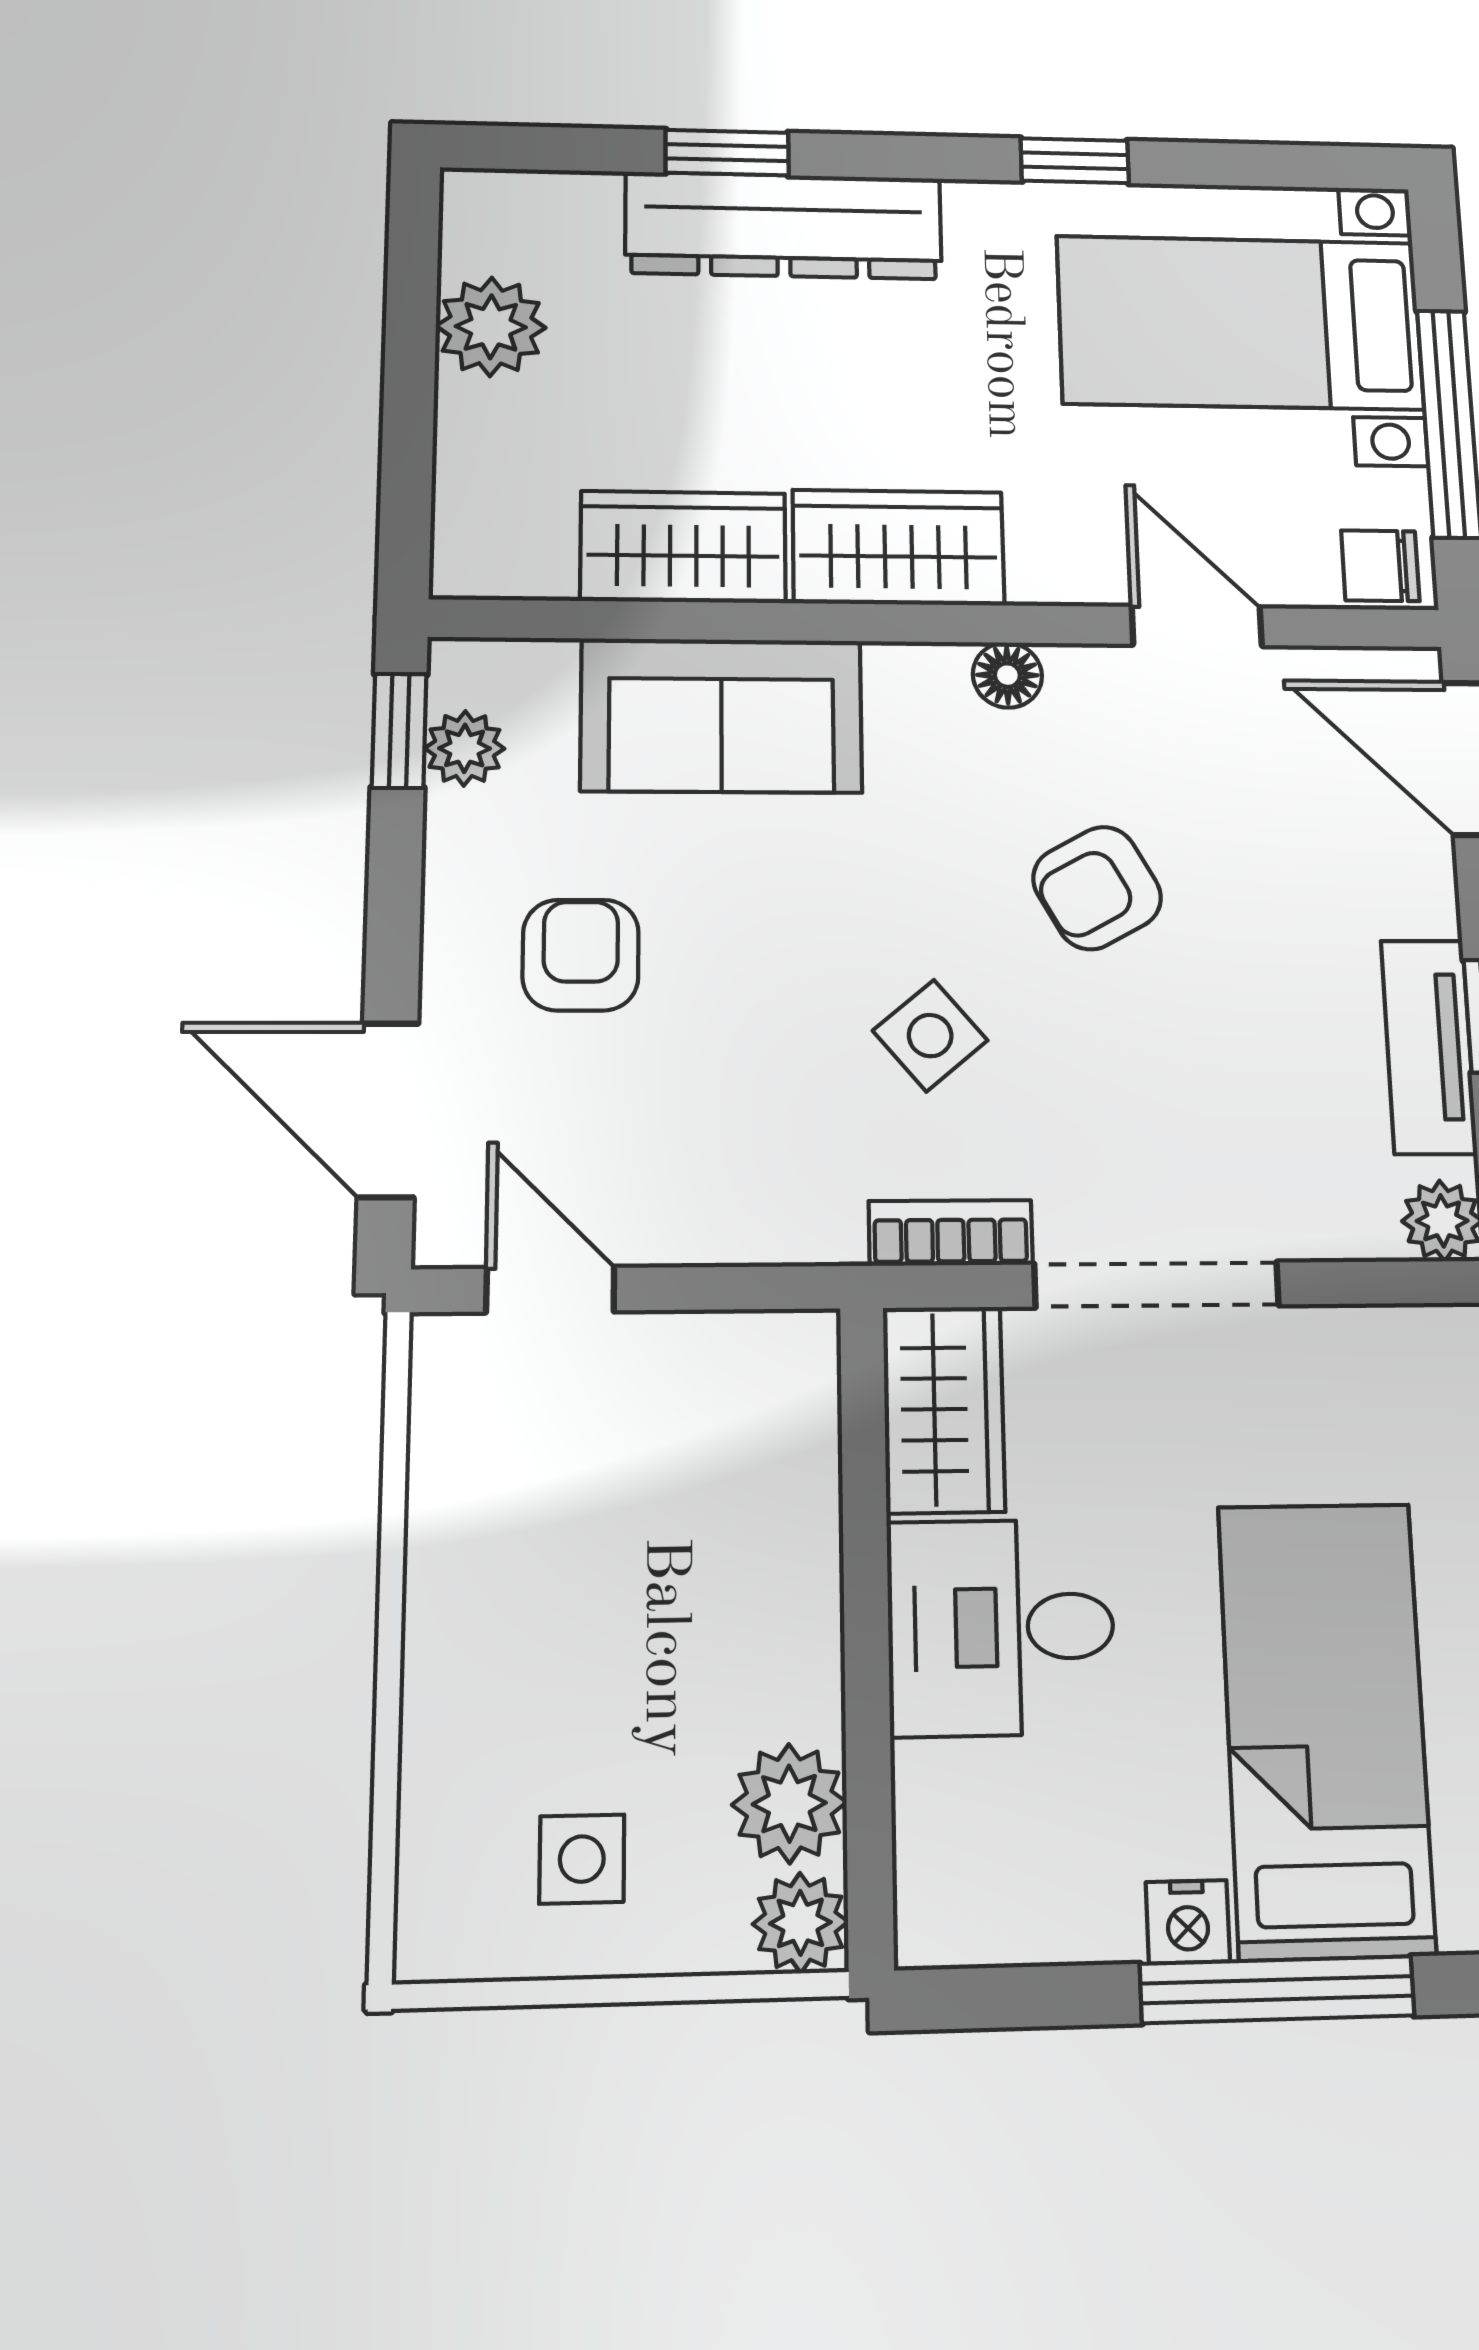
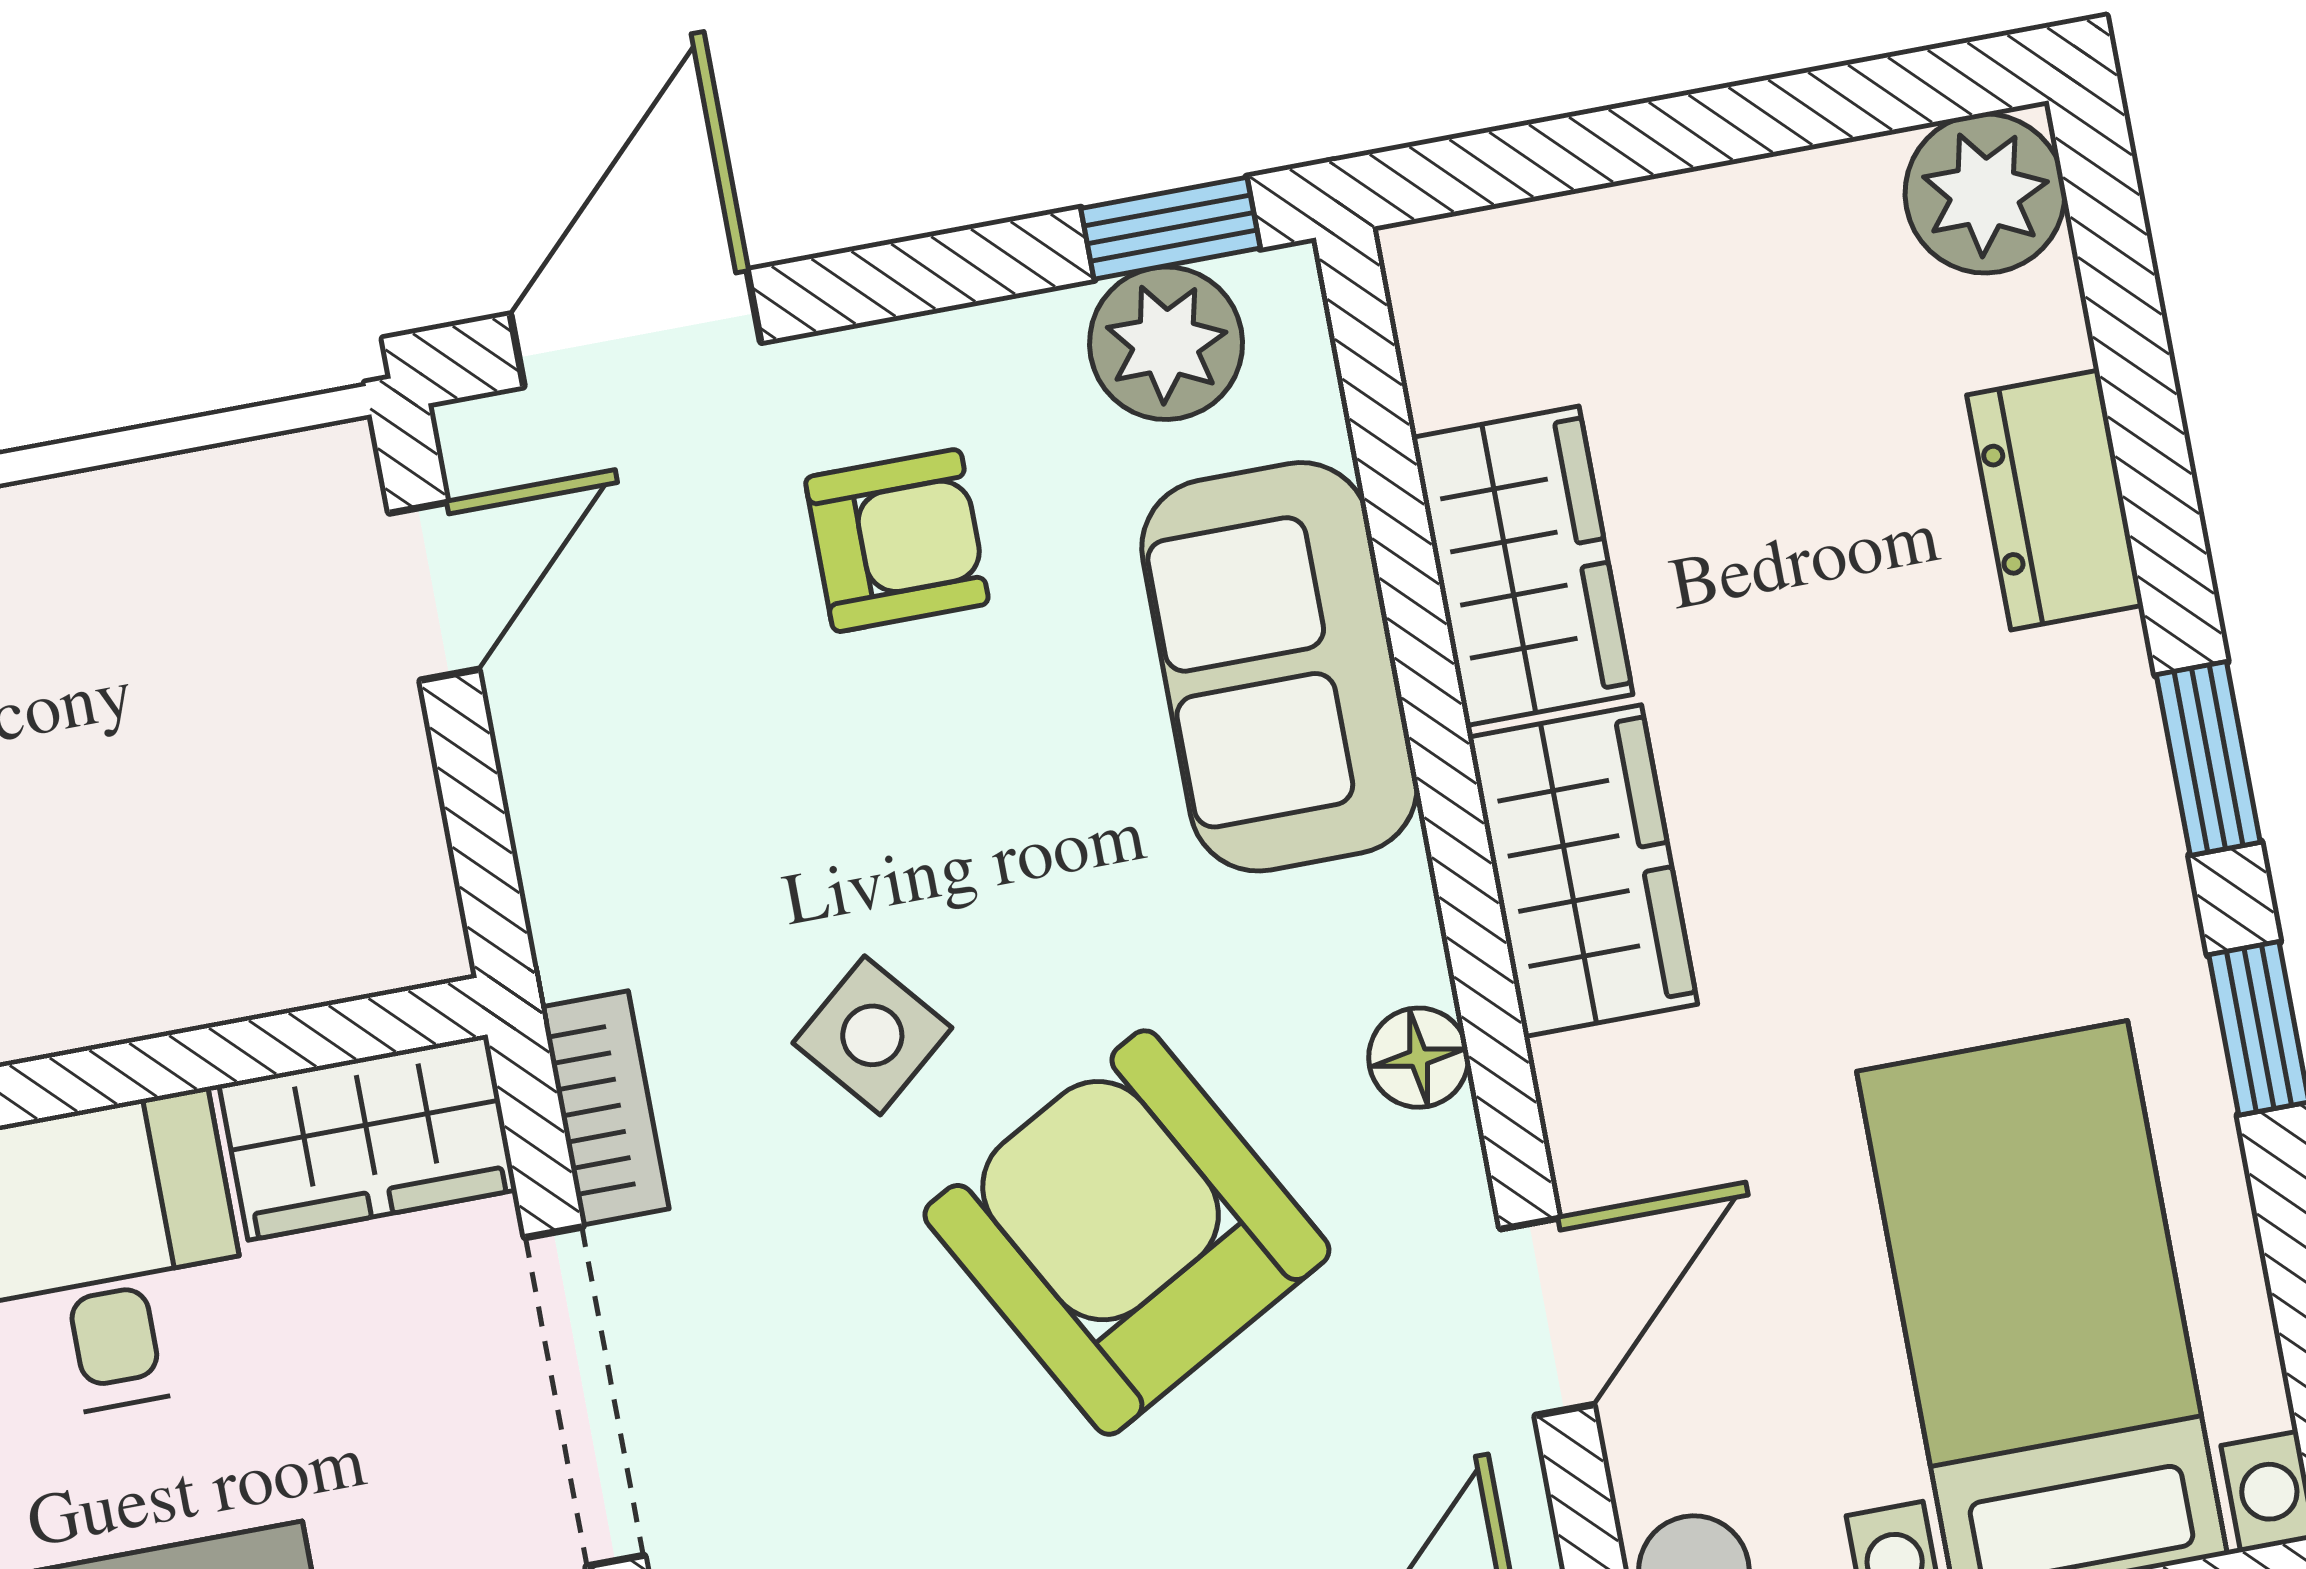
window: (727, 153) -> (2208, 758), moved
dresser: (784, 225) -> (2055, 500), width x0.51, depth x0.80
plant: (491, 327) -> (1985, 193), moved
plant: (465, 748) -> (1166, 343), width x1.38, depth x1.38
armchair: (1097, 888) -> (1127, 1233), width x1.88, depth x1.88

